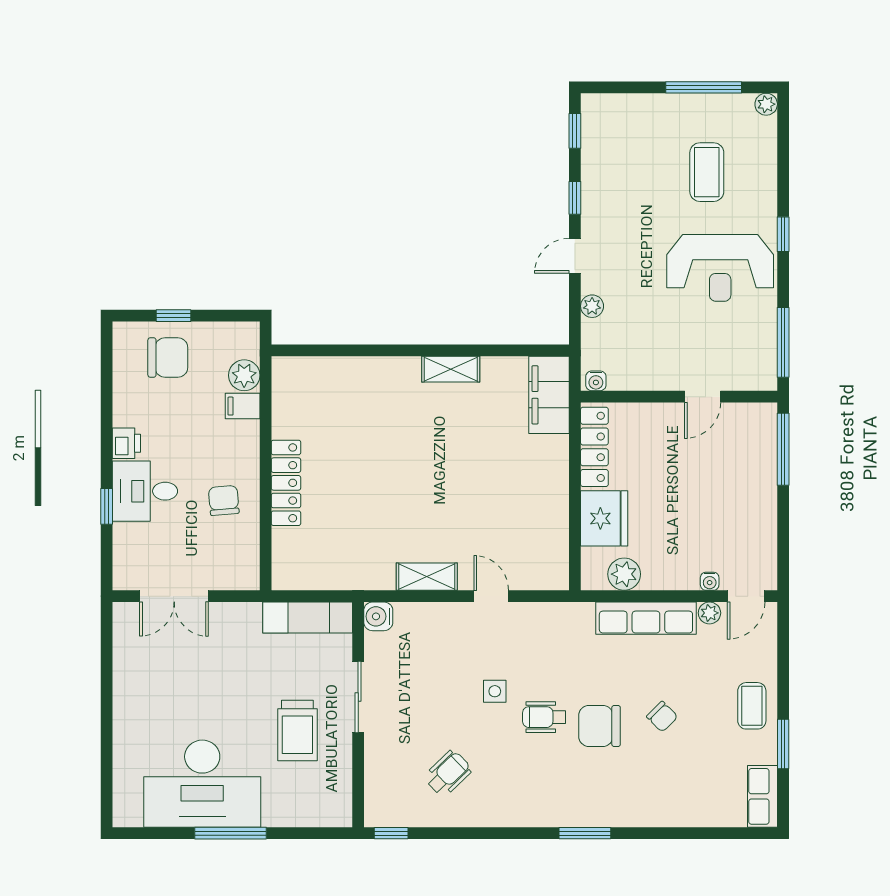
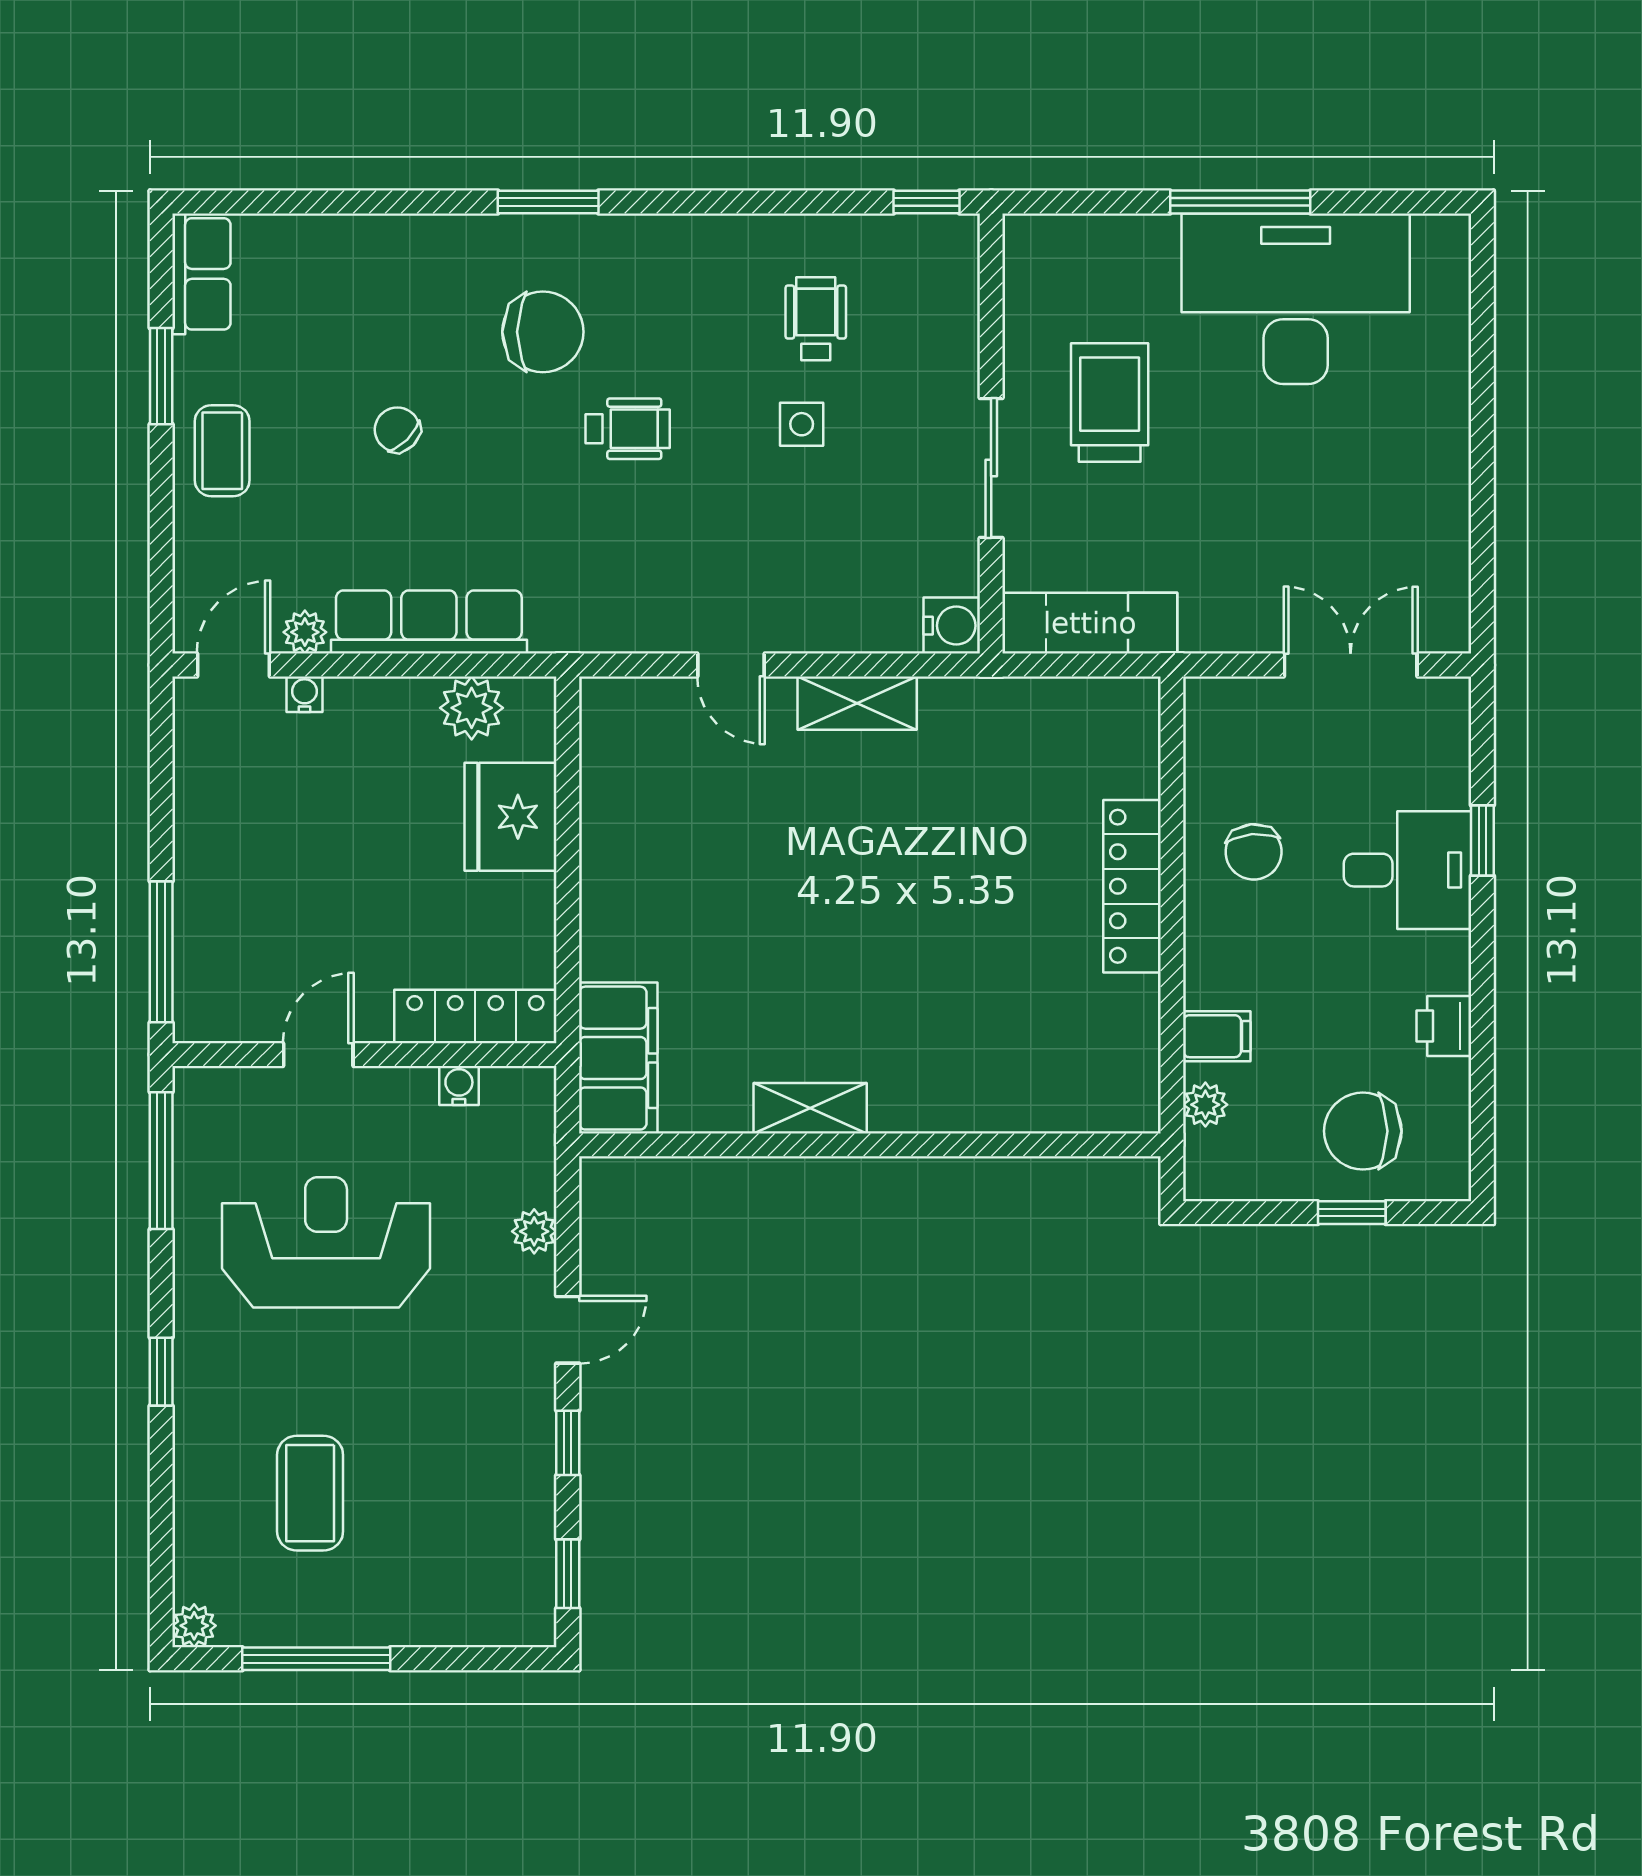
reception desk: (720, 268) -> (326, 1242), moved
plant: (244, 375) -> (1205, 1105), width x0.73, depth x0.73
water cooler: (596, 381) -> (459, 1085), moved
printer: (126, 443) -> (1444, 1026), moved
locker: (594, 447) -> (475, 1016), moved, turned 90
side table: (495, 691) -> (802, 424), moved
chair: (600, 726) -> (543, 332), moved
wheelchair: (448, 773) -> (816, 319), turned 134

